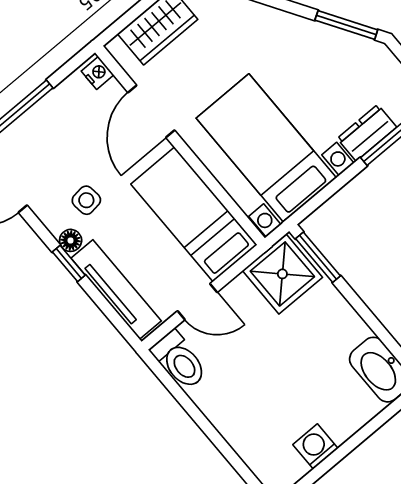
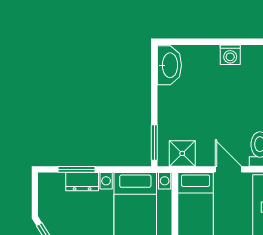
shower: (282, 274) -> (182, 153), width x0.73, depth x0.73

